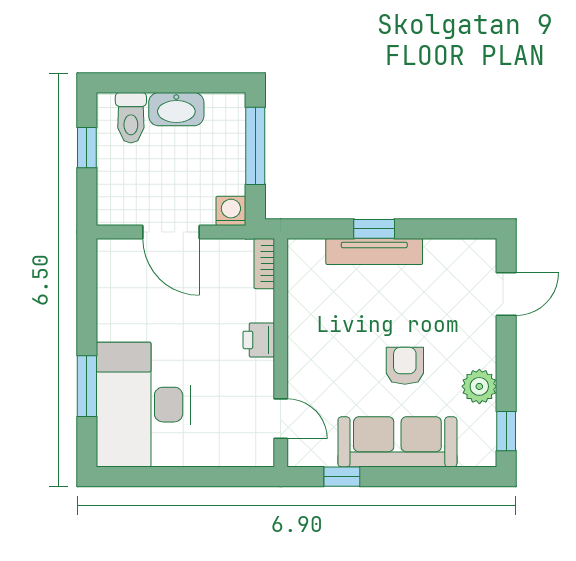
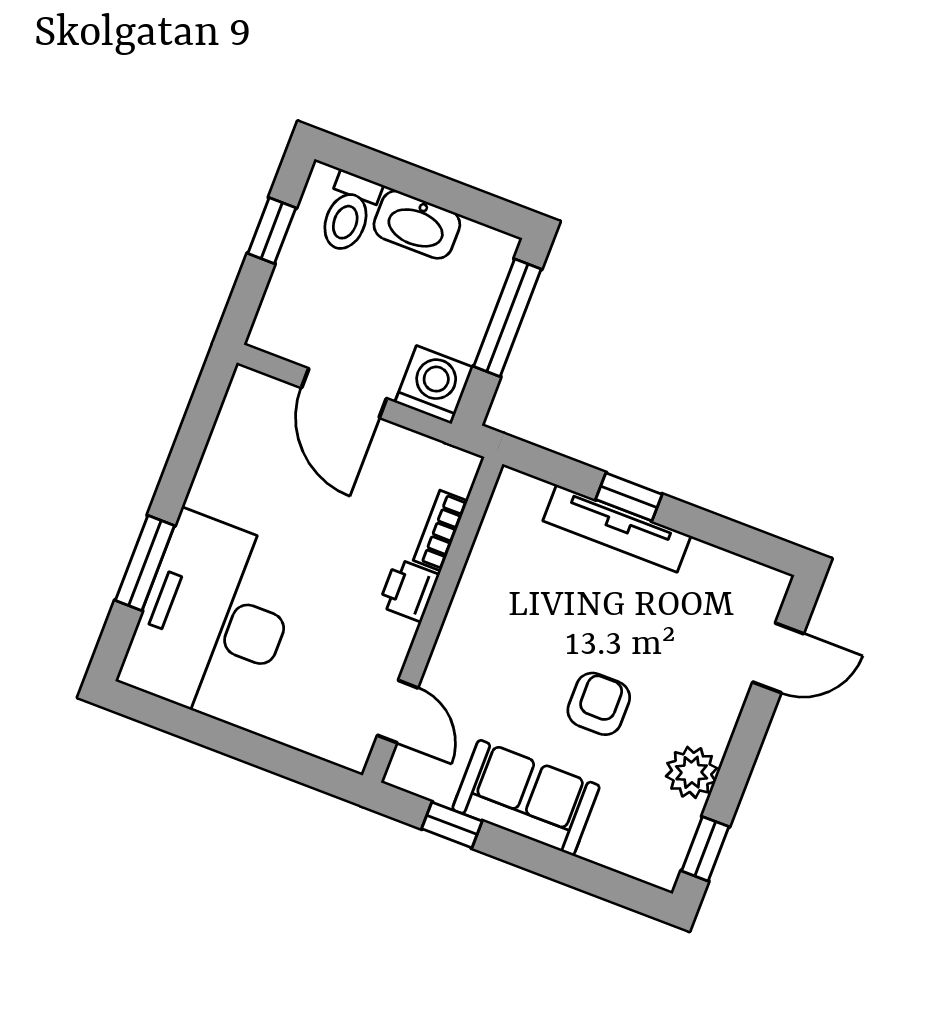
washing machine: (231, 211) -> (434, 385), width x1.38, depth x1.38
bookcase: (264, 264) -> (440, 531), moved
sofa: (397, 442) -> (526, 798), width x0.73

